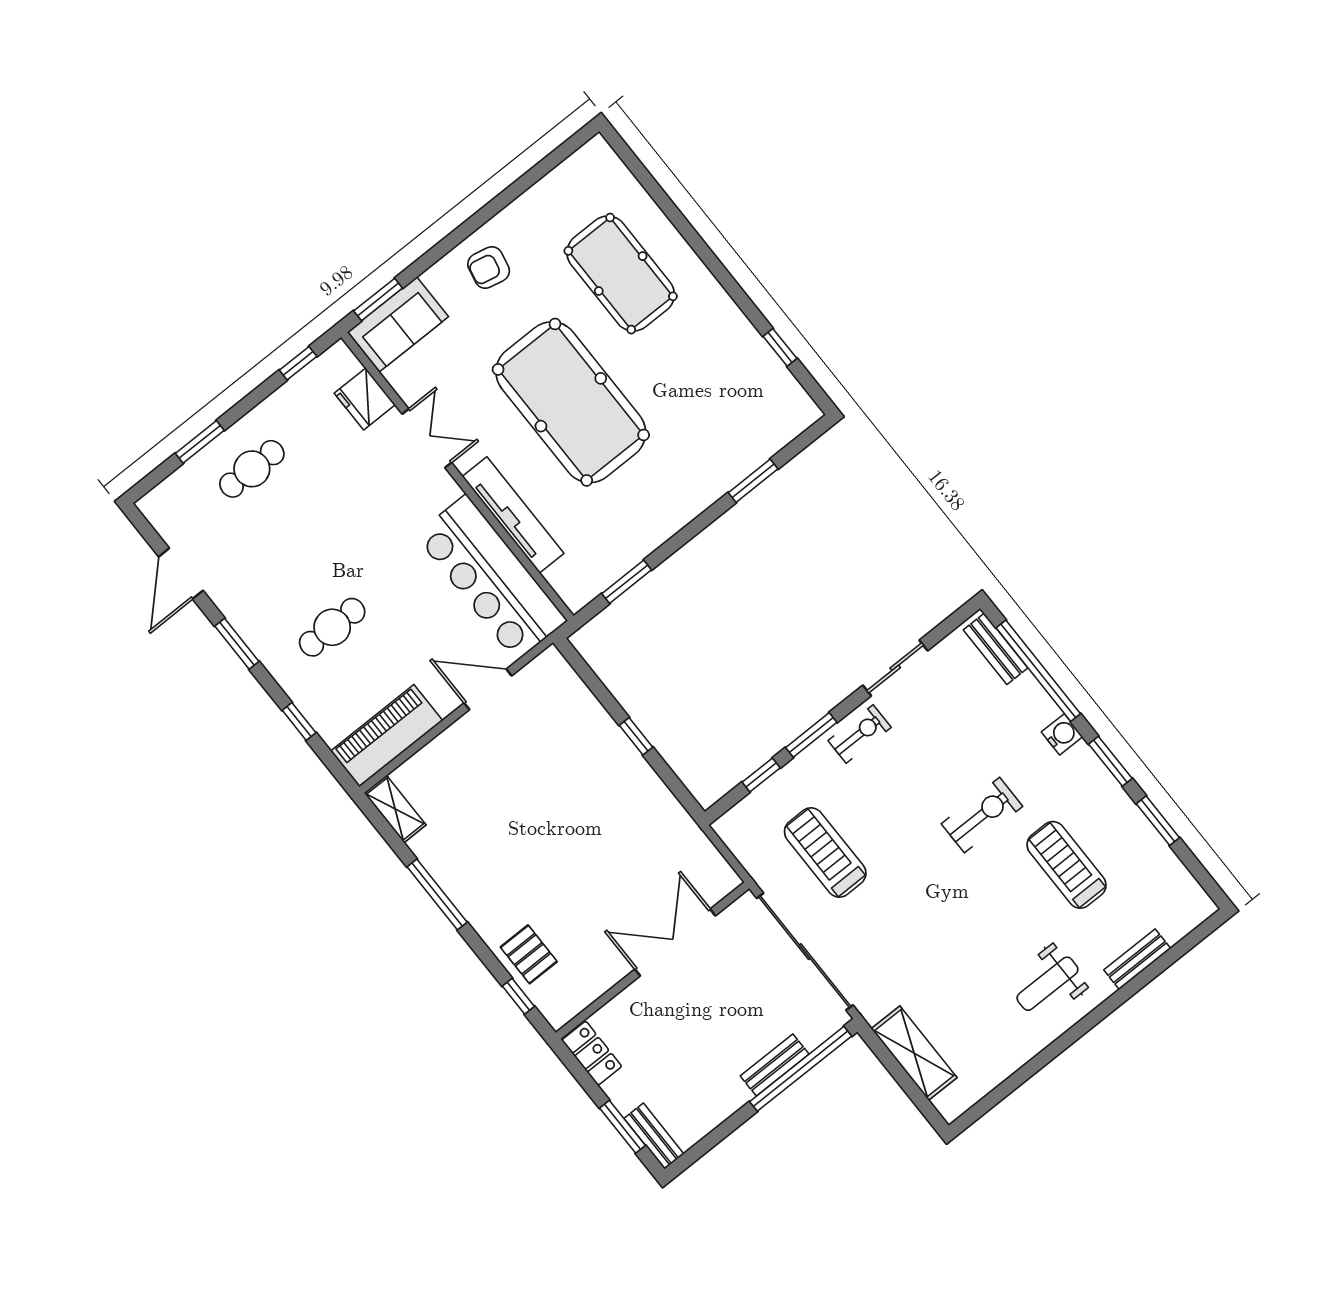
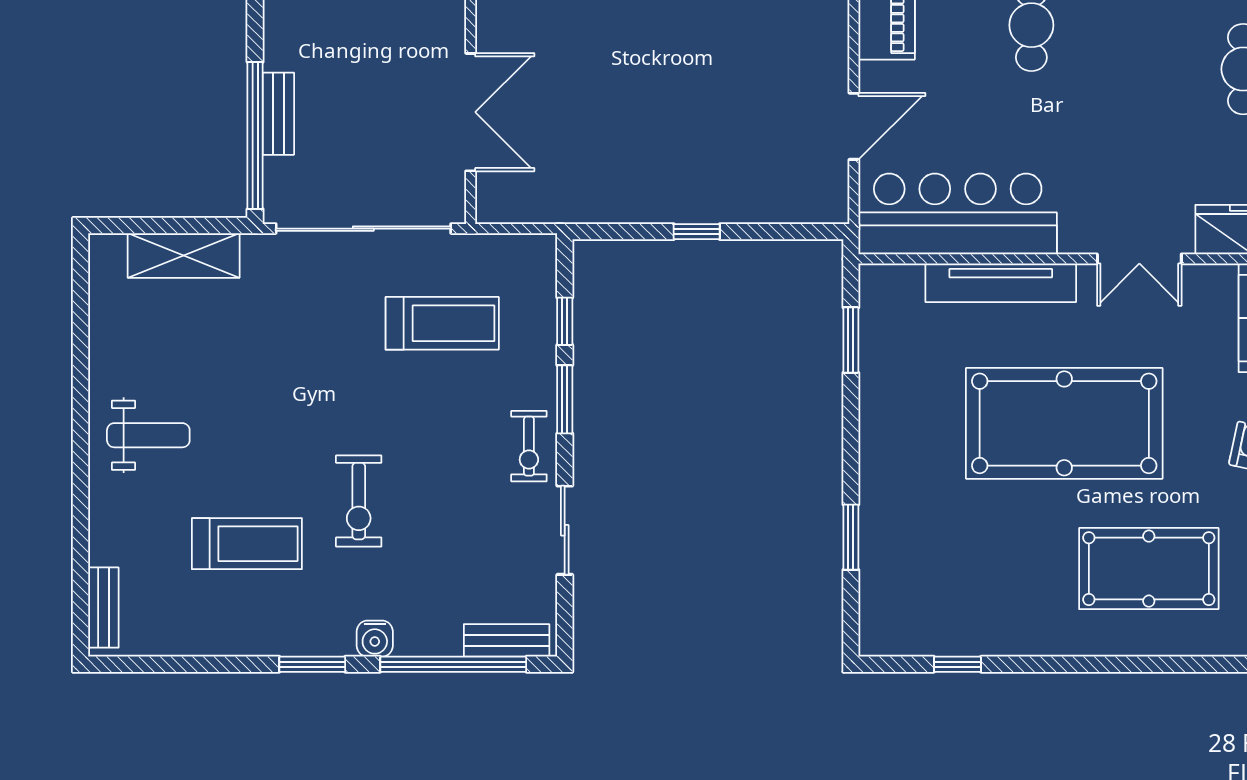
window: (1158, 821) -> (220, 664), removed
bench: (1137, 959) -> (103, 608), moved
weight bench: (1047, 984) -> (148, 435), turned 90

